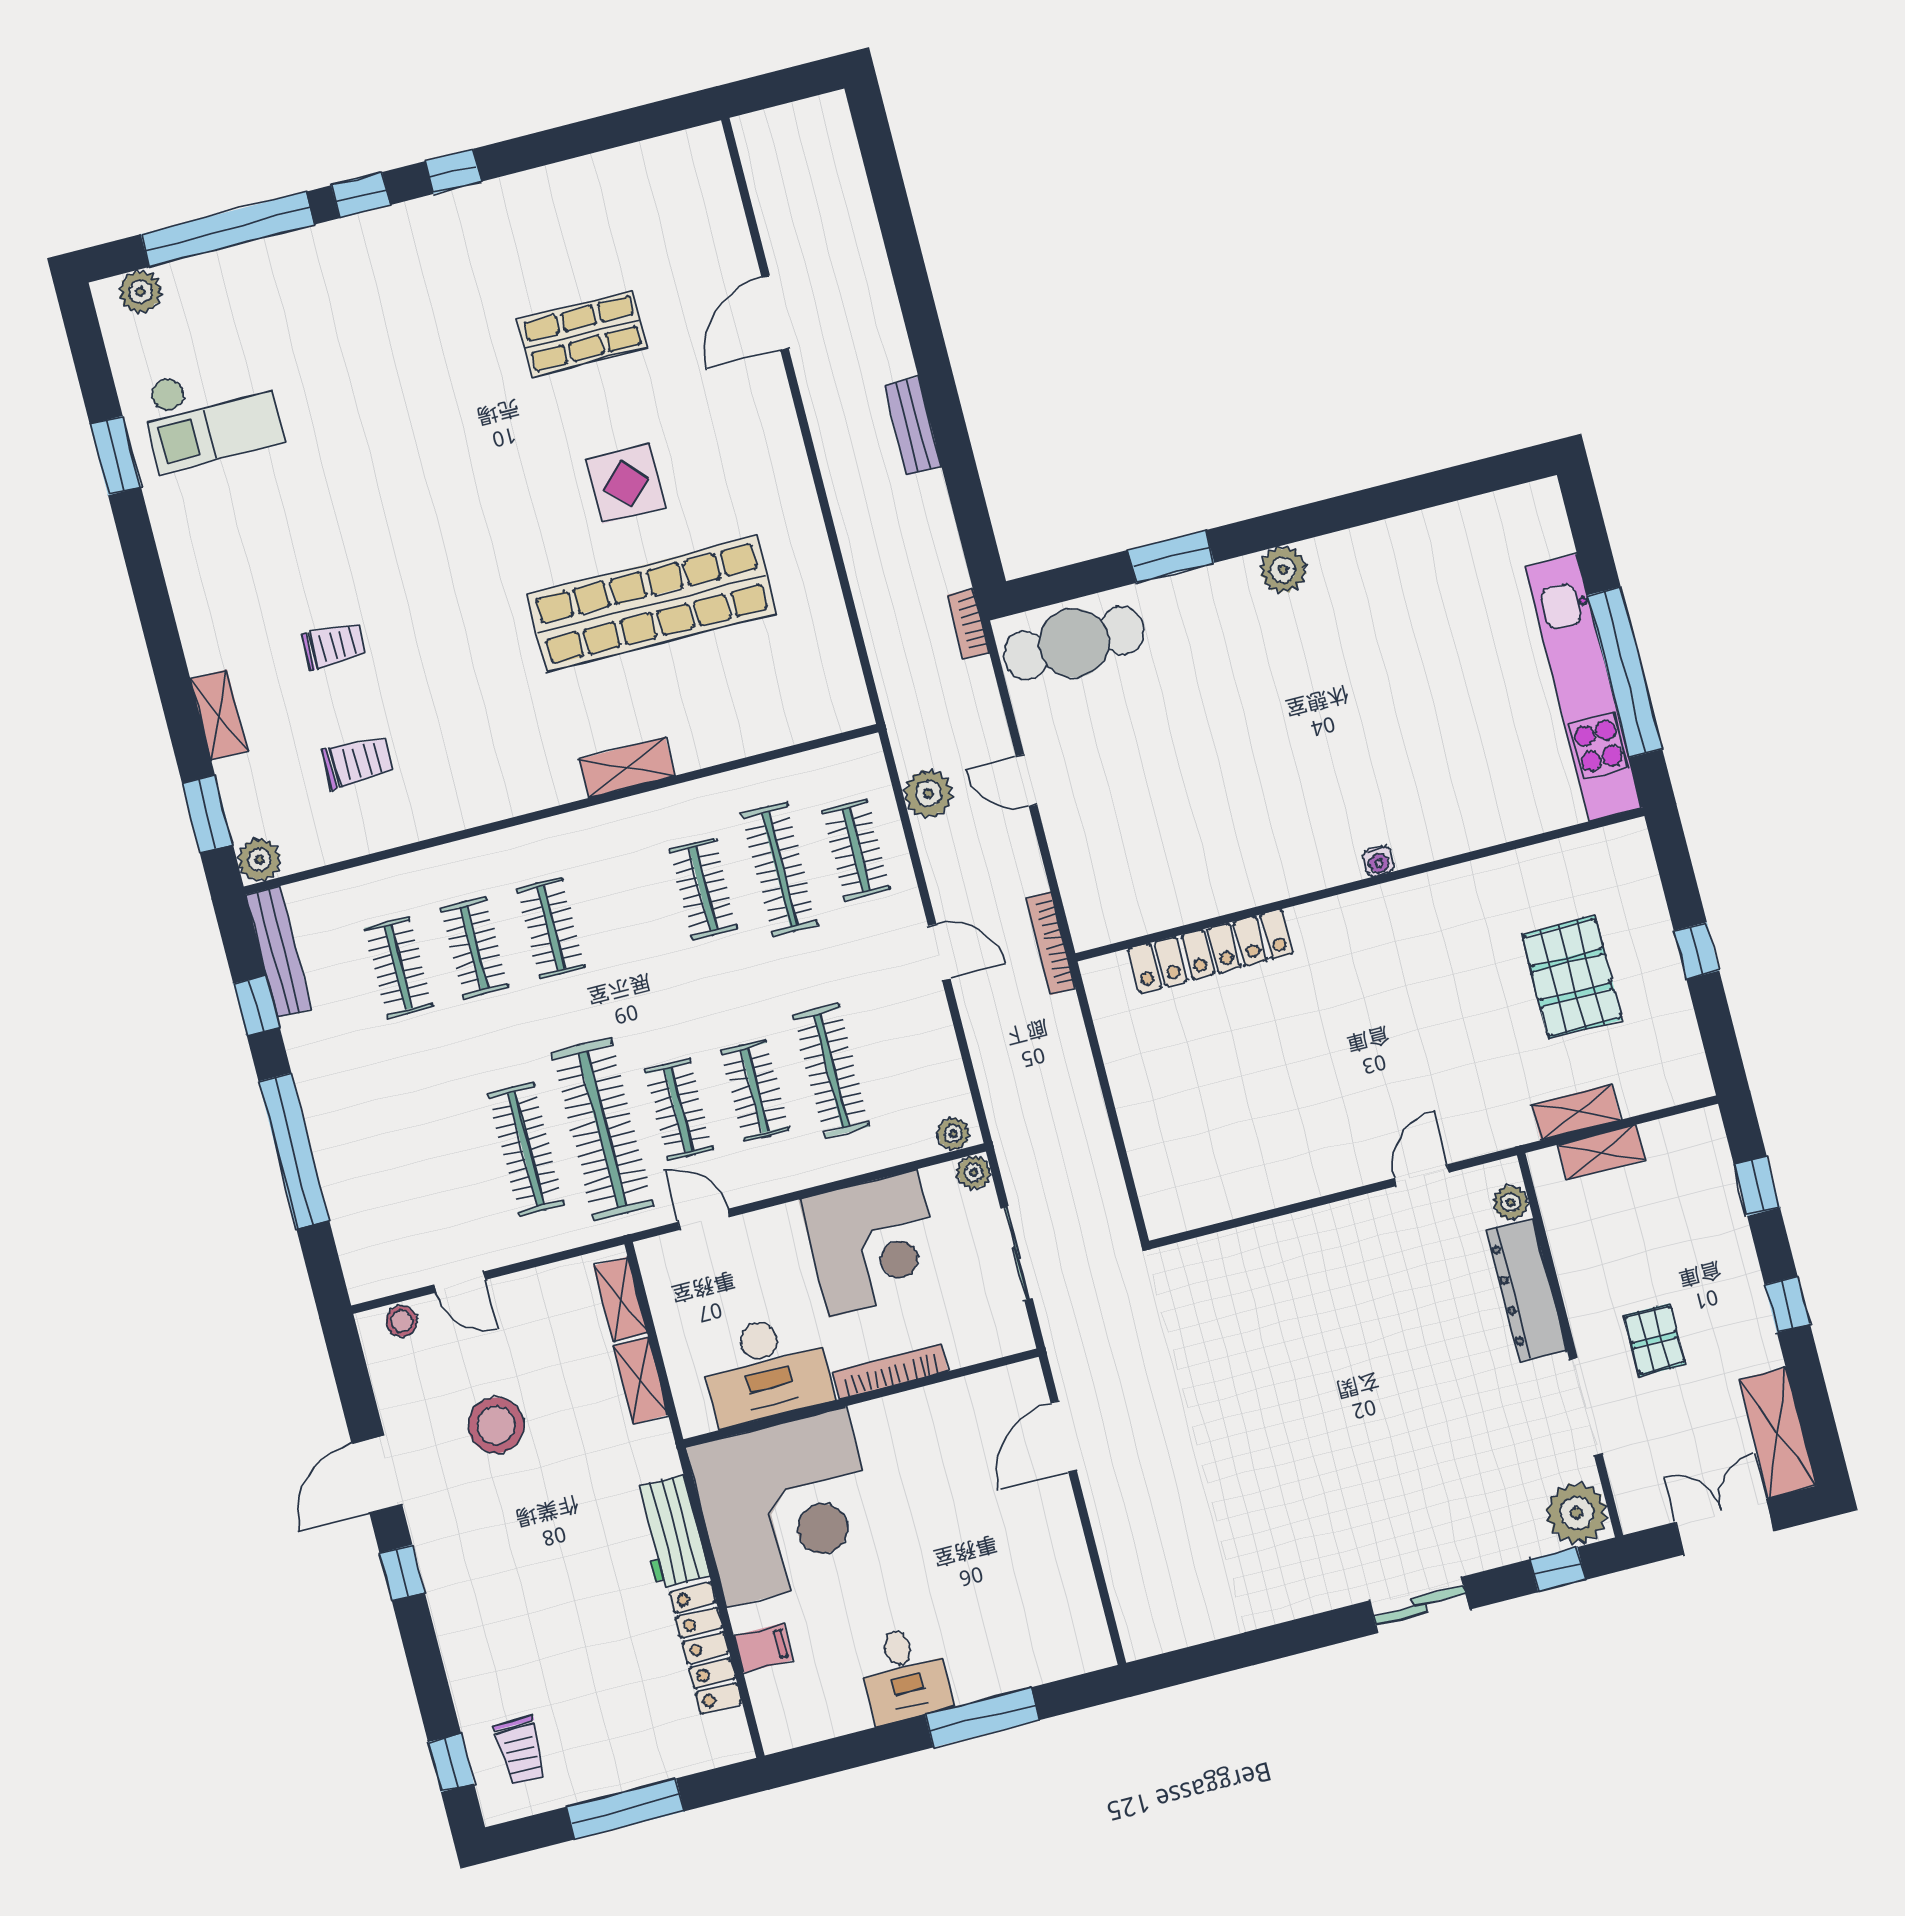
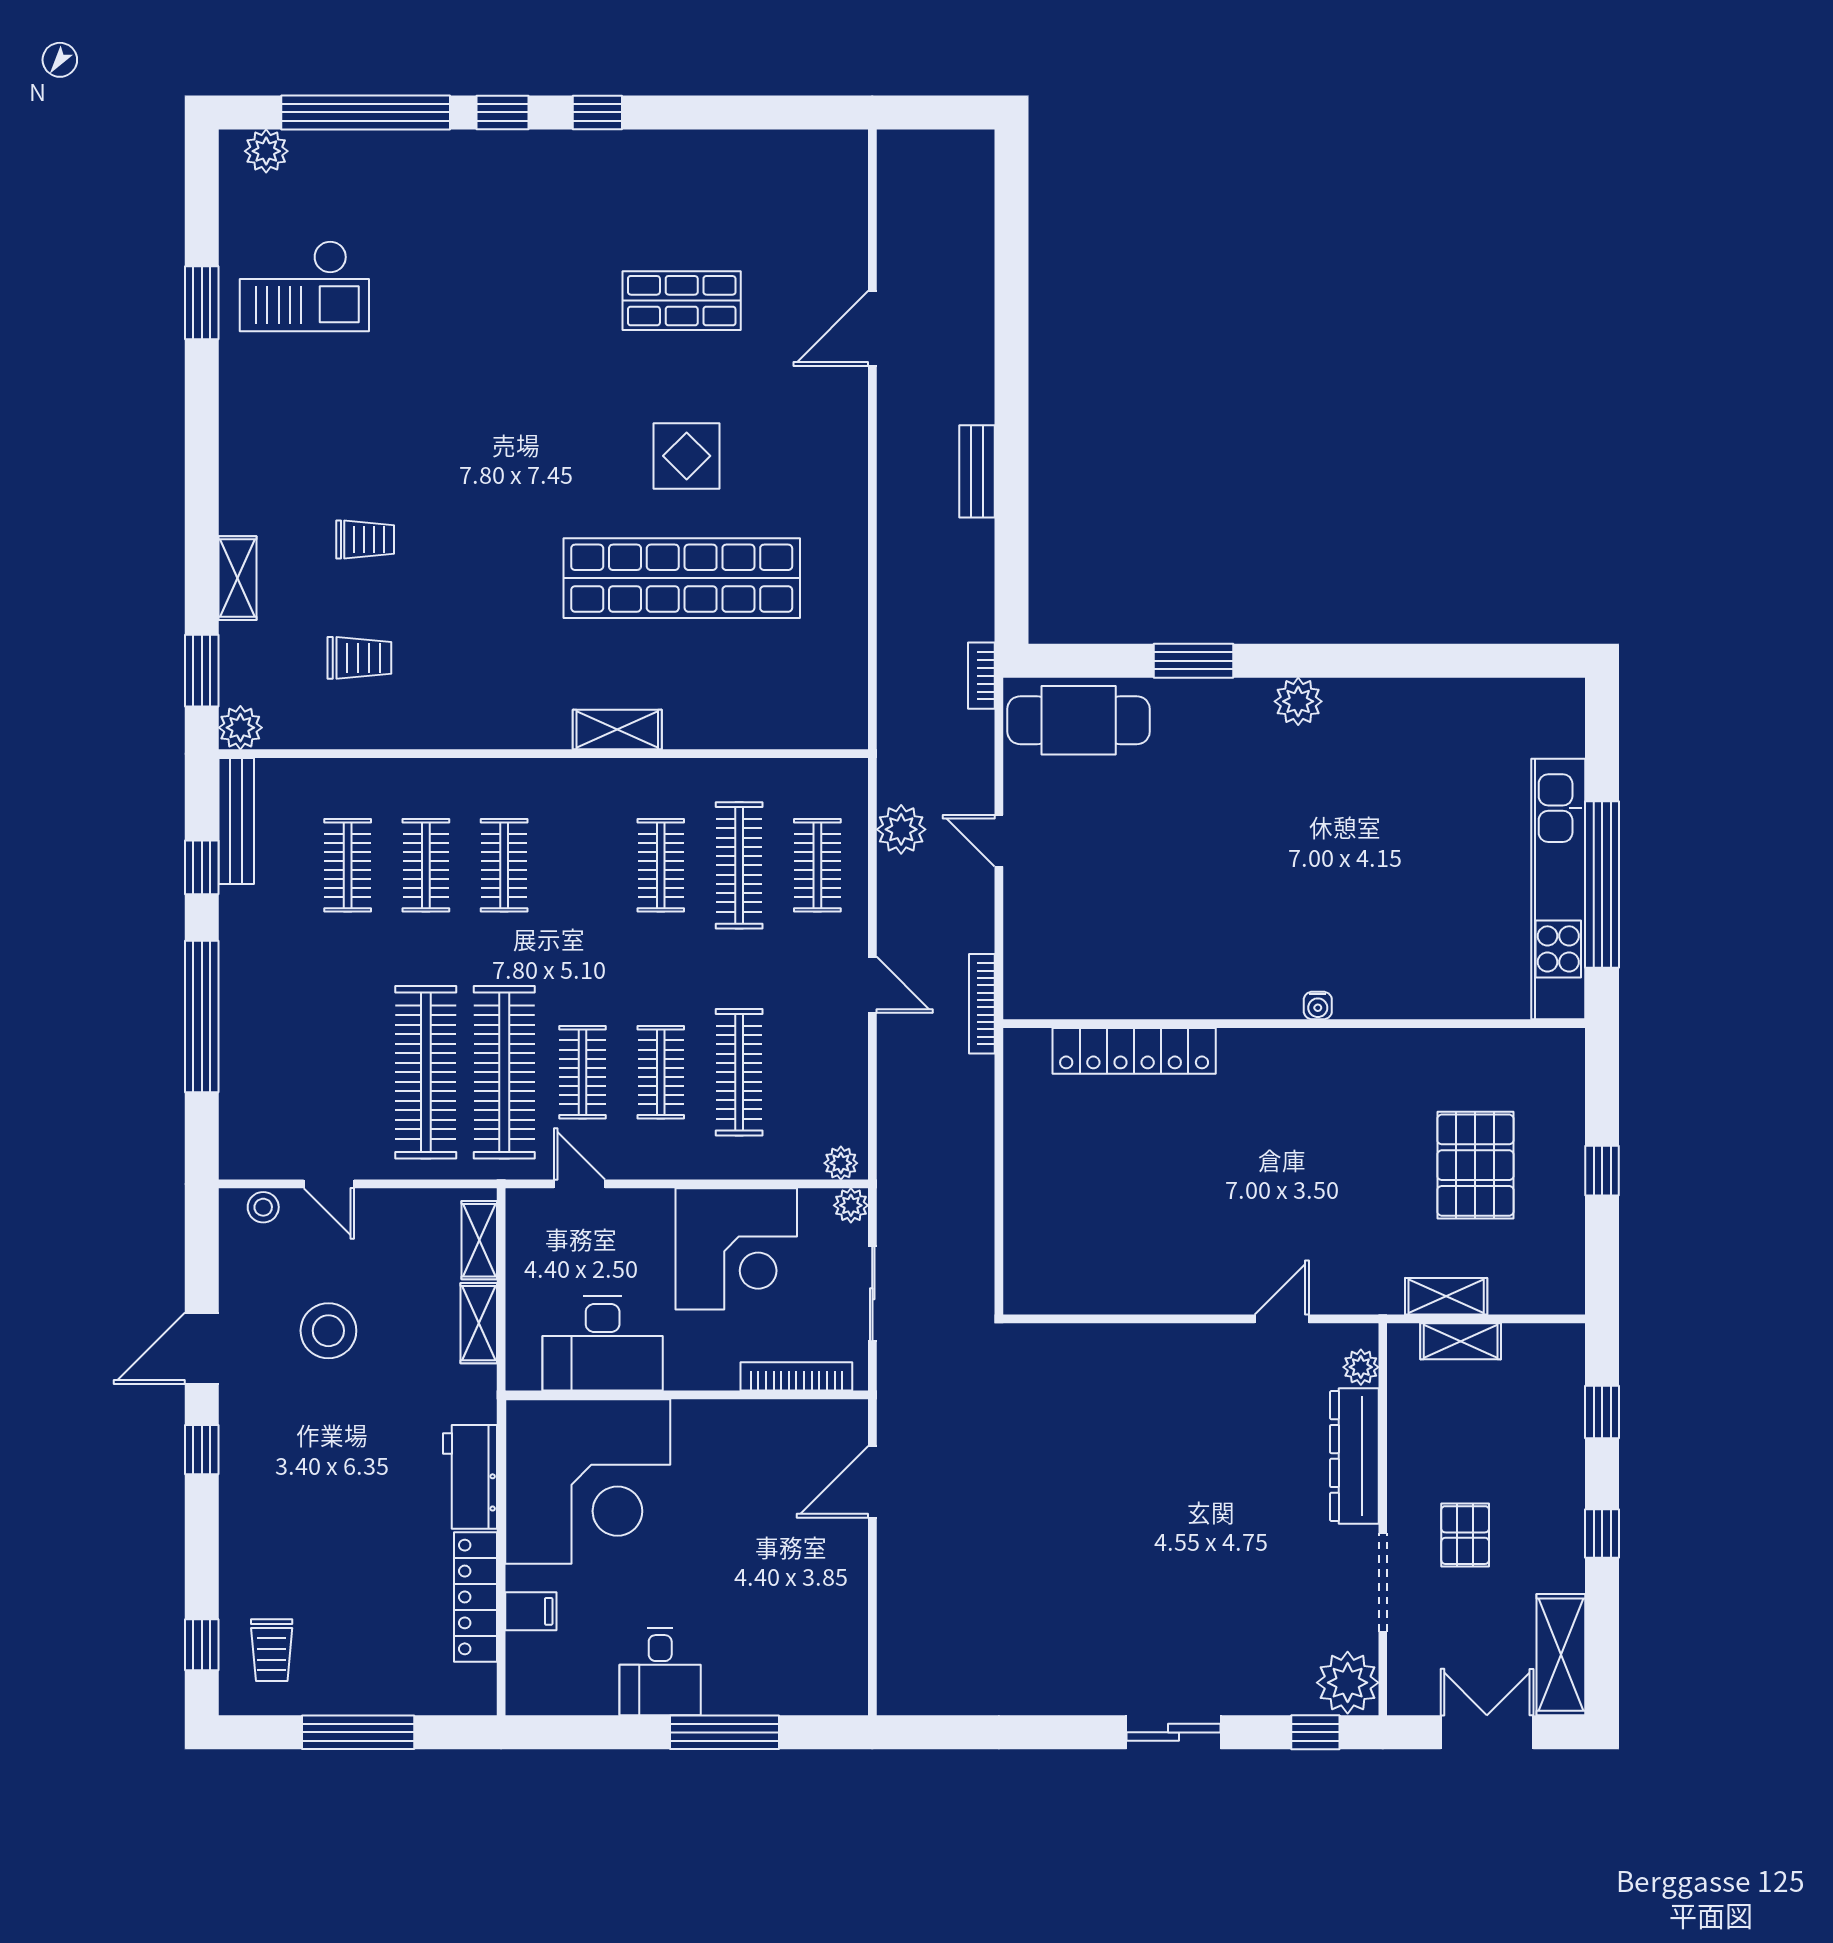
clothes rail: (526, 1149) -> (426, 1072), width x1.37, depth x1.31
bookcase: (890, 1371) -> (796, 1376), moved

